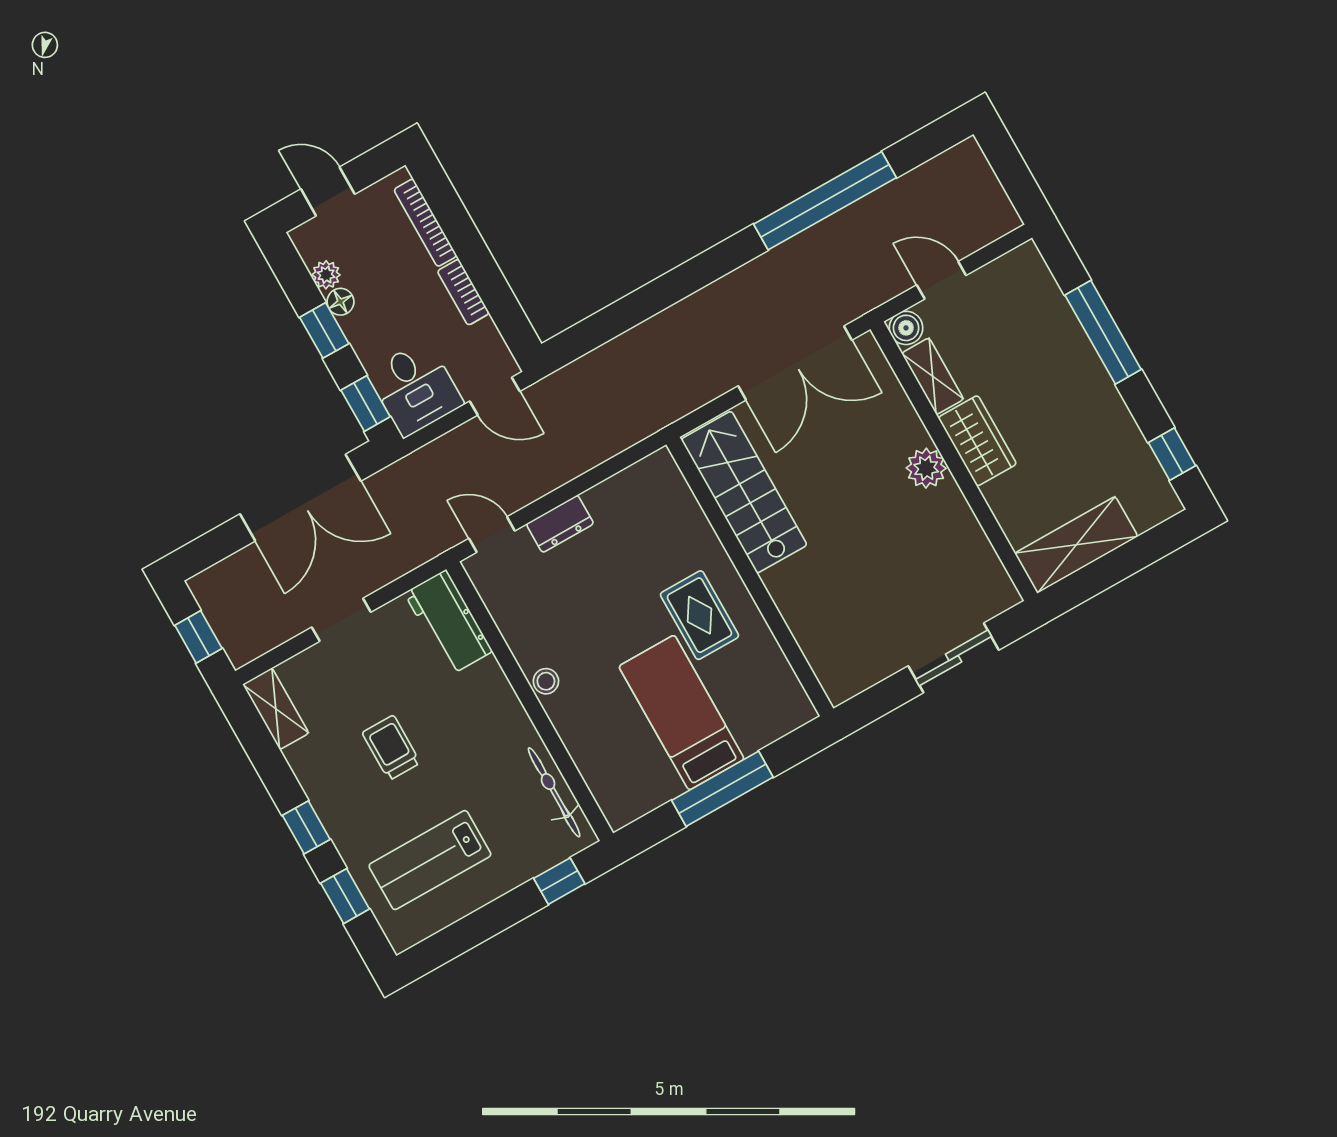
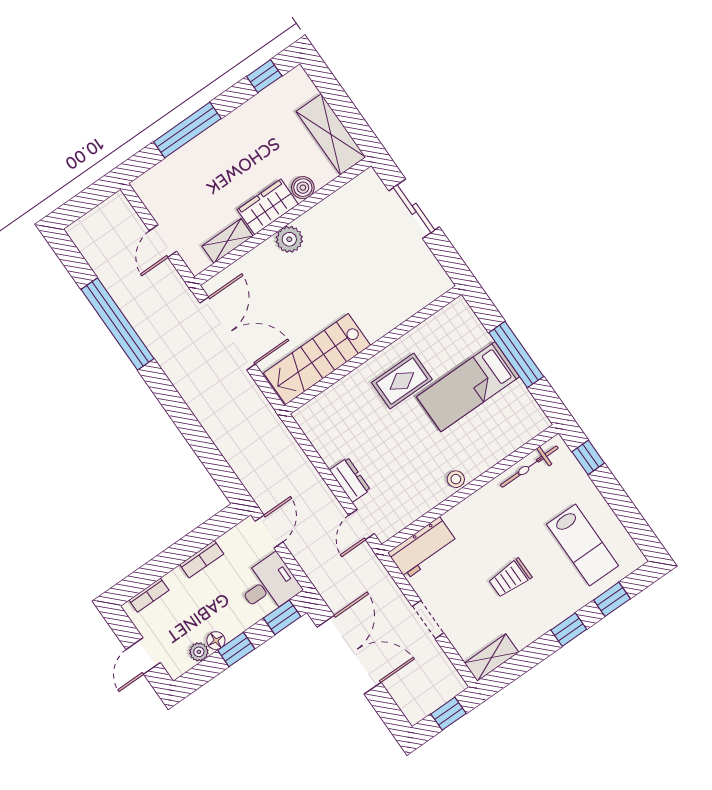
bookcase: (425, 223) -> (149, 595), width x0.64
boiler: (906, 328) -> (303, 188), moved

